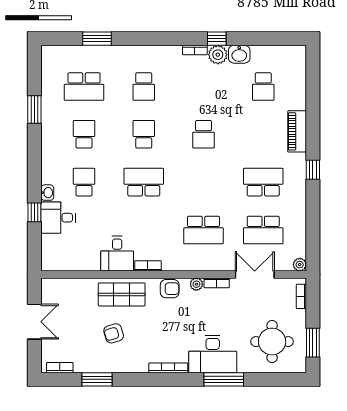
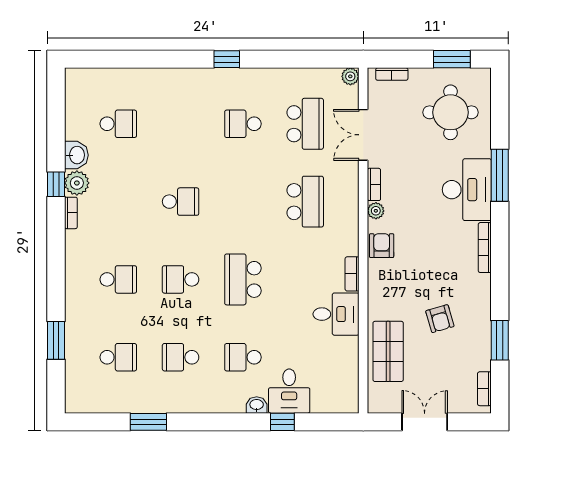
school desk: (84, 86) -> (118, 357), width x0.54
piano: (297, 131) -> (177, 80), removed
school desk: (263, 182) -> (243, 124), width x0.54
shop shelf: (122, 294) -> (388, 351), moved

